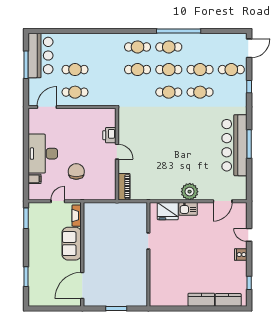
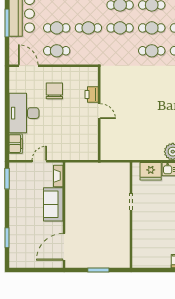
cafe table: (106, 70) -> (88, 28), added
door: (47, 107) -> (28, 66), hinge flipped
chair: (76, 172) -> (54, 91), moved
filing cabinet: (35, 179) -> (16, 144), width x2.00
piano: (124, 187) -> (106, 147), removed

